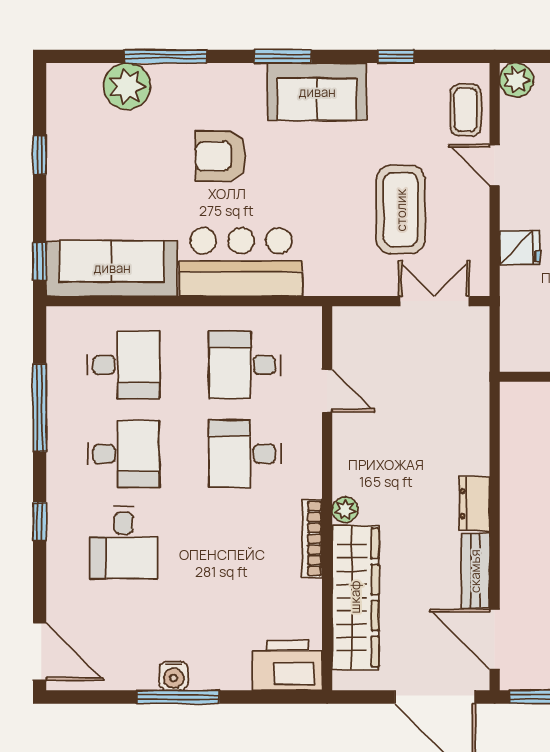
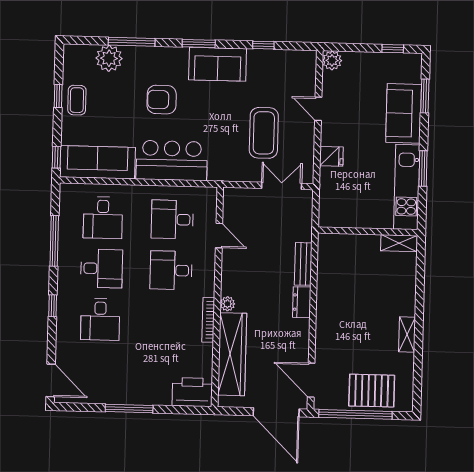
coffee table: (466, 110) -> (77, 100), moved
desk: (123, 365) -> (103, 218), turned 90
bench: (475, 571) -> (303, 264), moved
water cooler: (174, 676) -> (127, 396), removed

